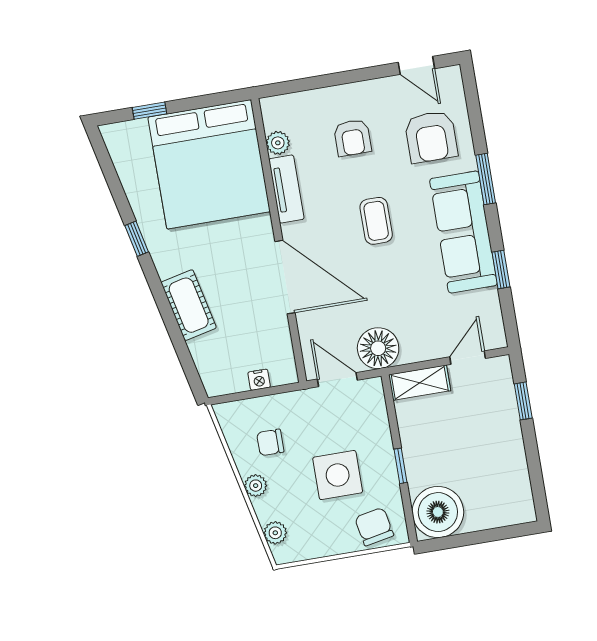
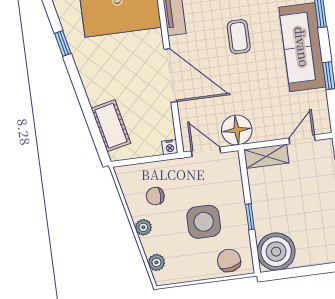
cot: (189, 305) -> (111, 126), moved
nightstand: (259, 380) -> (170, 147), moved

